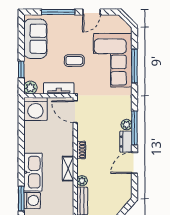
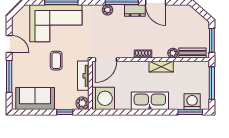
plant: (126, 125) -> (107, 10), moved
kitchen sink: (33, 172) -> (150, 101), moved

